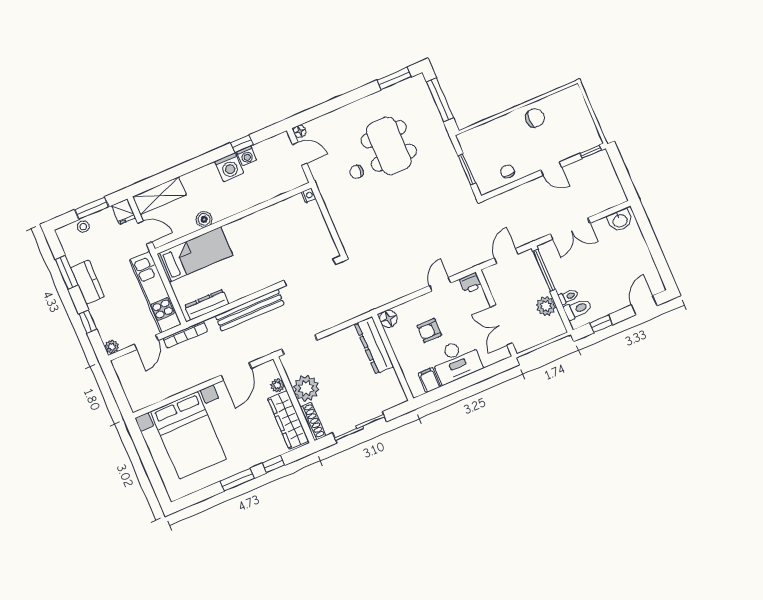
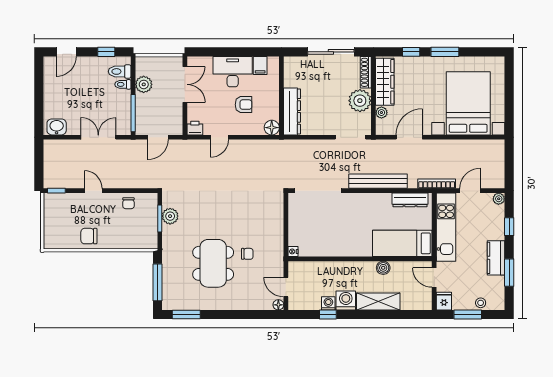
plant: (457, 177) -> (170, 216), added
shelving: (159, 196) -> (378, 301), moved

